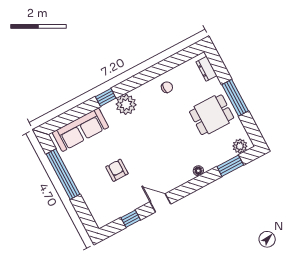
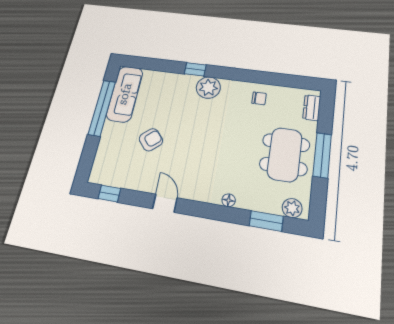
dining table: (212, 115) -> (285, 154), width x1.38
sofa: (80, 130) -> (125, 94), moved, turned -90
armchair: (117, 170) -> (151, 140), turned 49
window: (131, 219) -> (109, 193), moved

